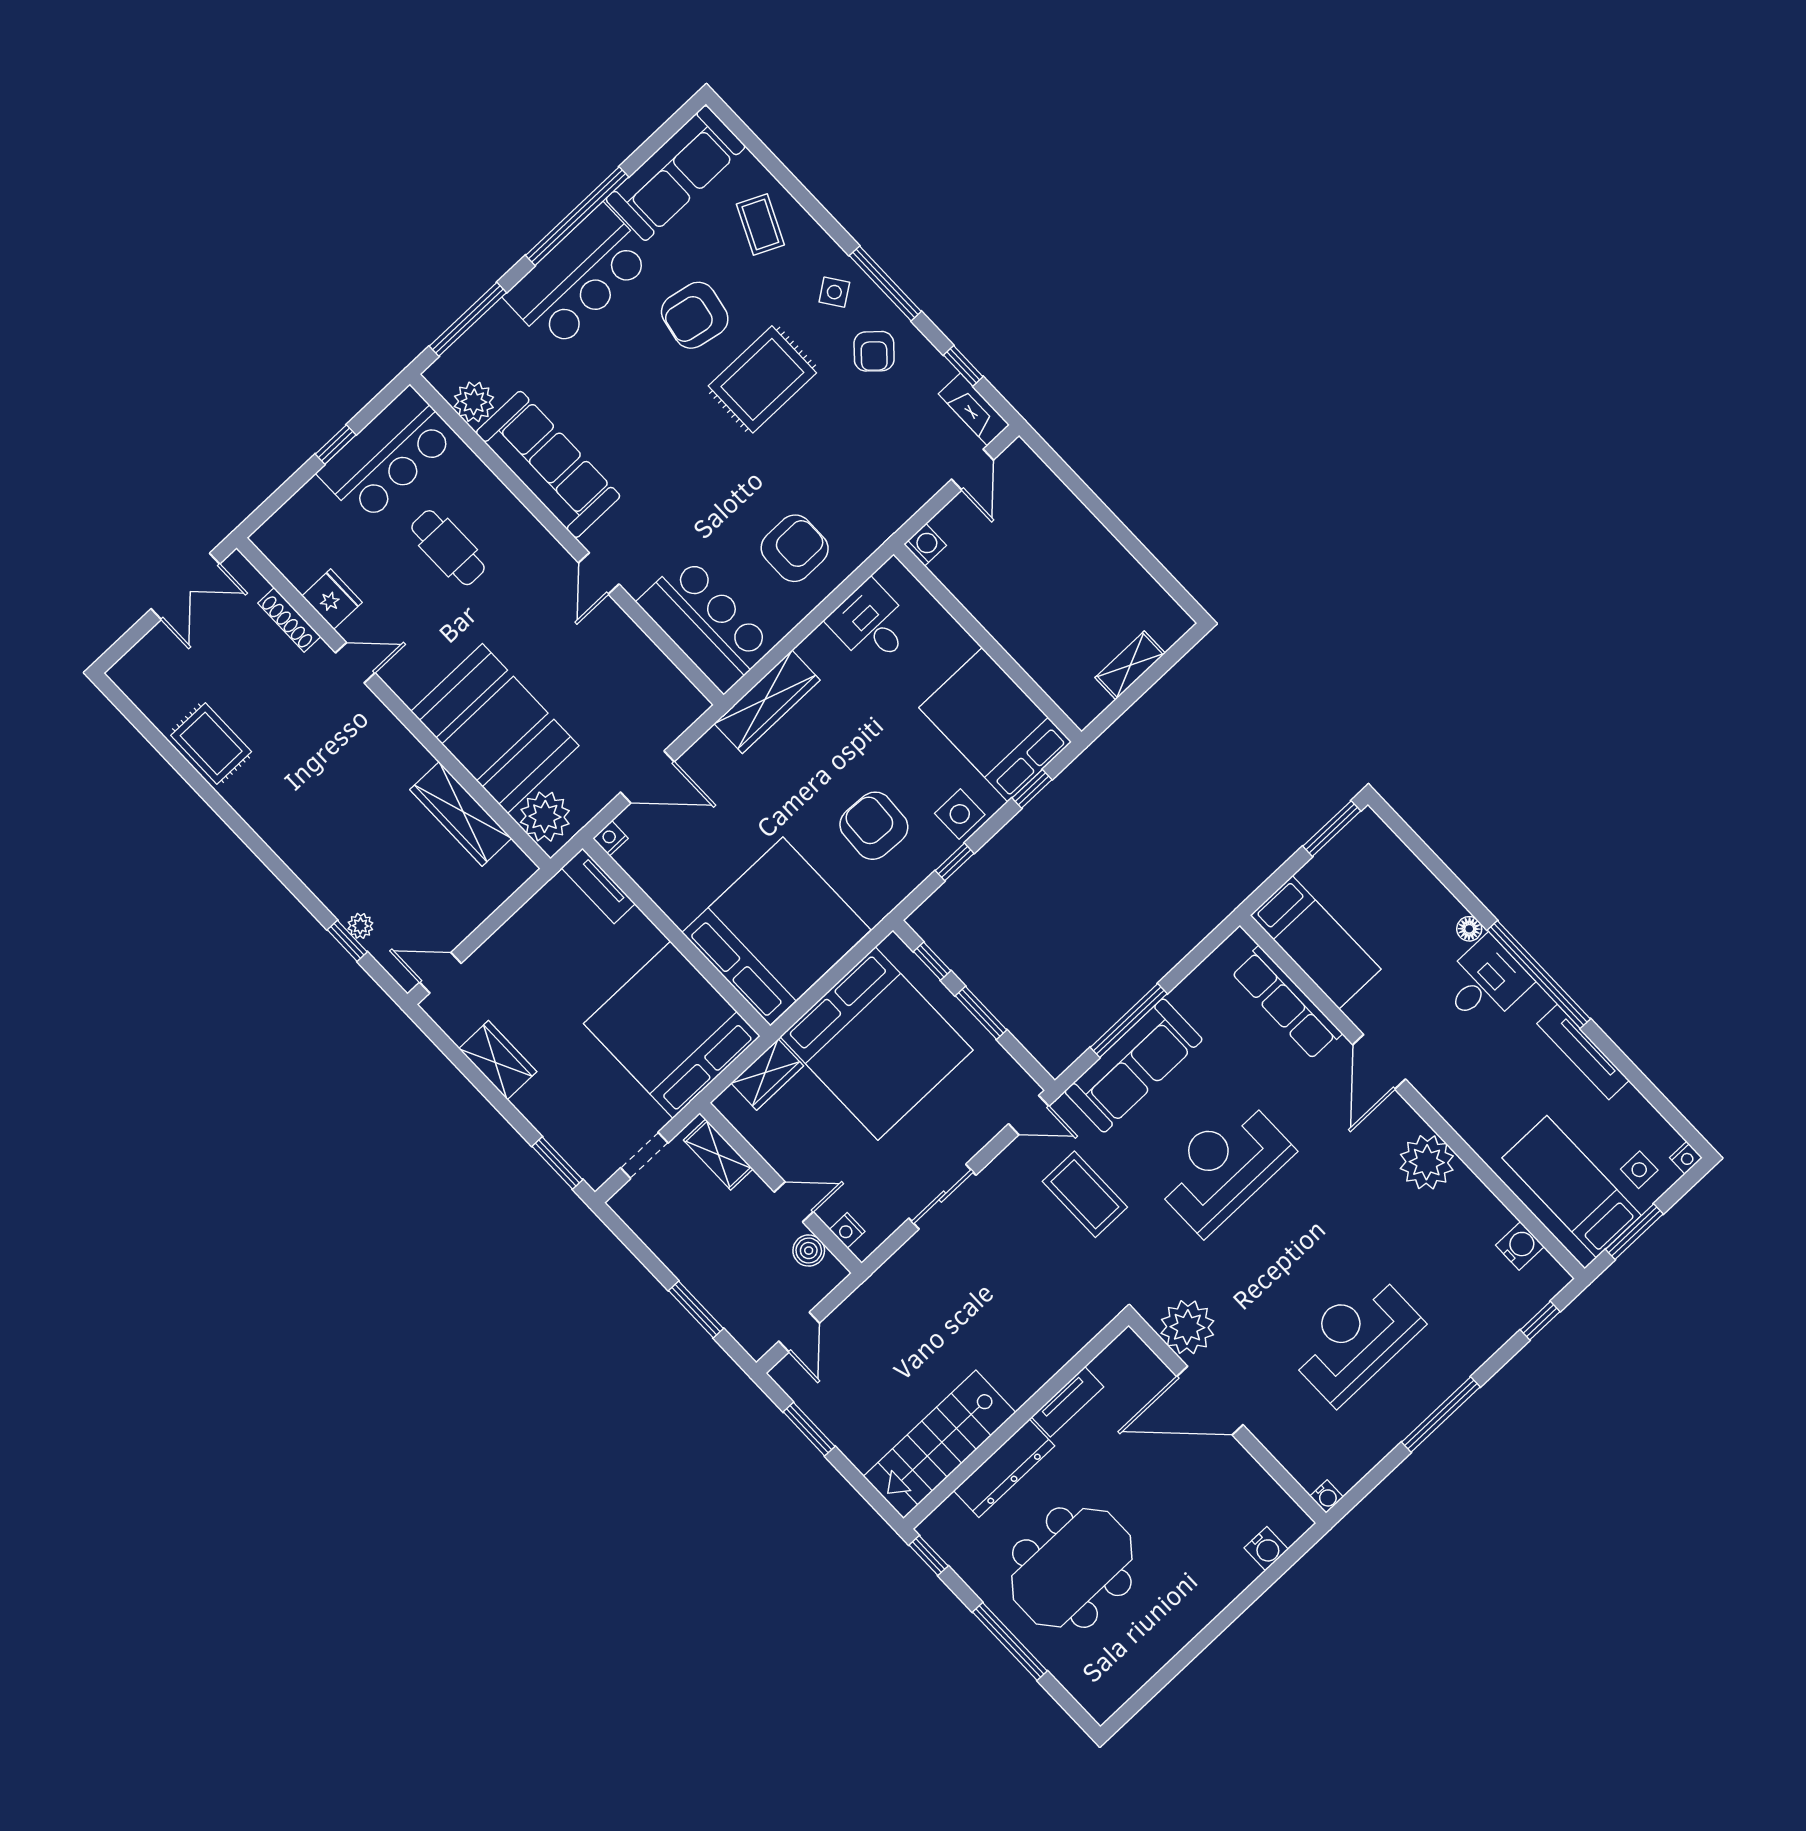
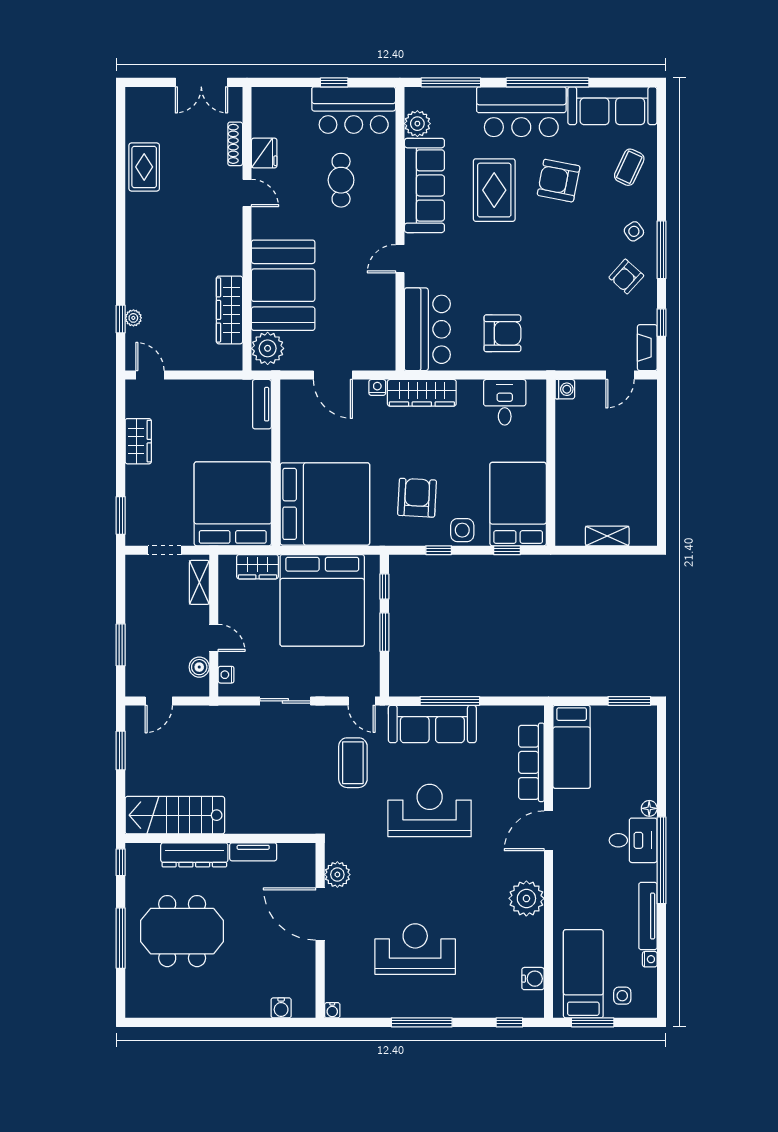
rug: (762, 379) -> (494, 190), moved, turned 90
nightstand: (610, 838) -> (377, 387), moved
nightstand: (1686, 1158) -> (650, 959), moved, turned -90
plant: (1187, 1327) -> (337, 875), width x0.73, depth x0.73

